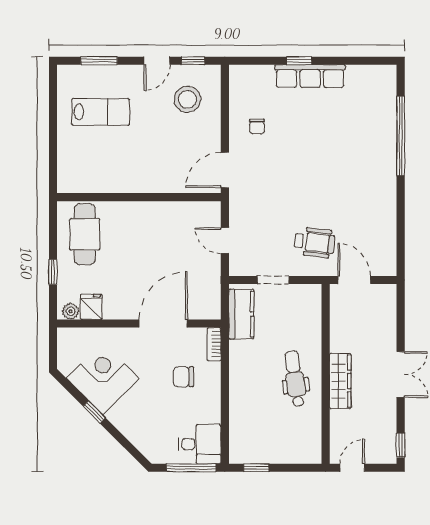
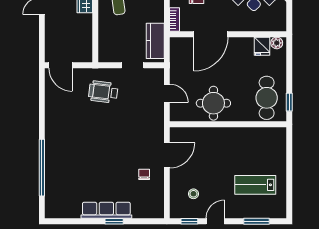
stool: (188, 99) -> (193, 194), width x0.53, depth x0.53
door: (225, 170) -> (167, 155), moved
round table: (159, 227) -> (213, 103), added
window: (53, 272) -> (289, 102), moved
door: (354, 280) -> (60, 65), moved

